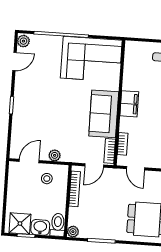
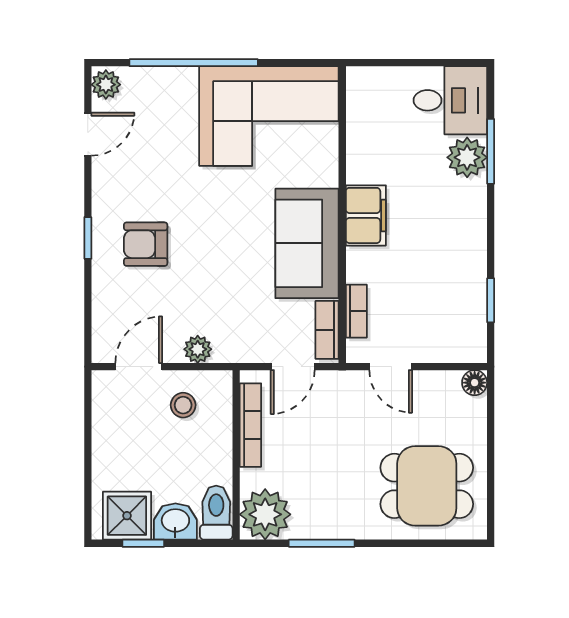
armchair: (36, 110) -> (146, 244), added
plant: (73, 232) -> (265, 514), width x1.88, depth x1.88

